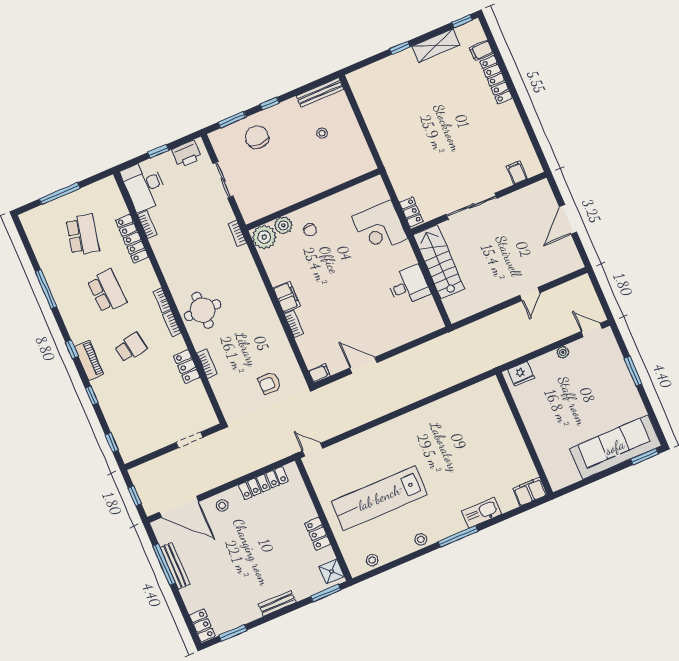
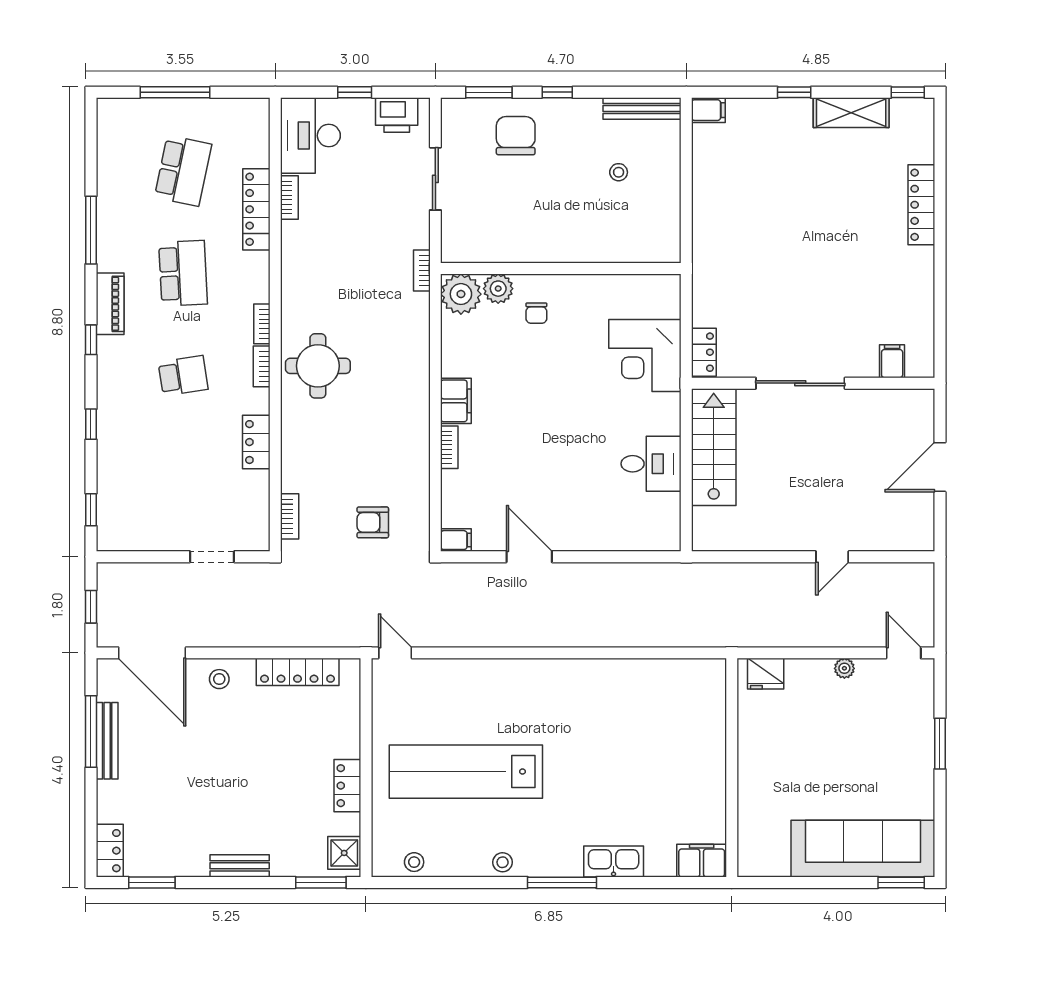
filing cabinet: (481, 50) -> (708, 110), moved, turned 180
piano: (89, 360) -> (110, 304), moved
bookcase: (207, 364) -> (290, 516), moved

